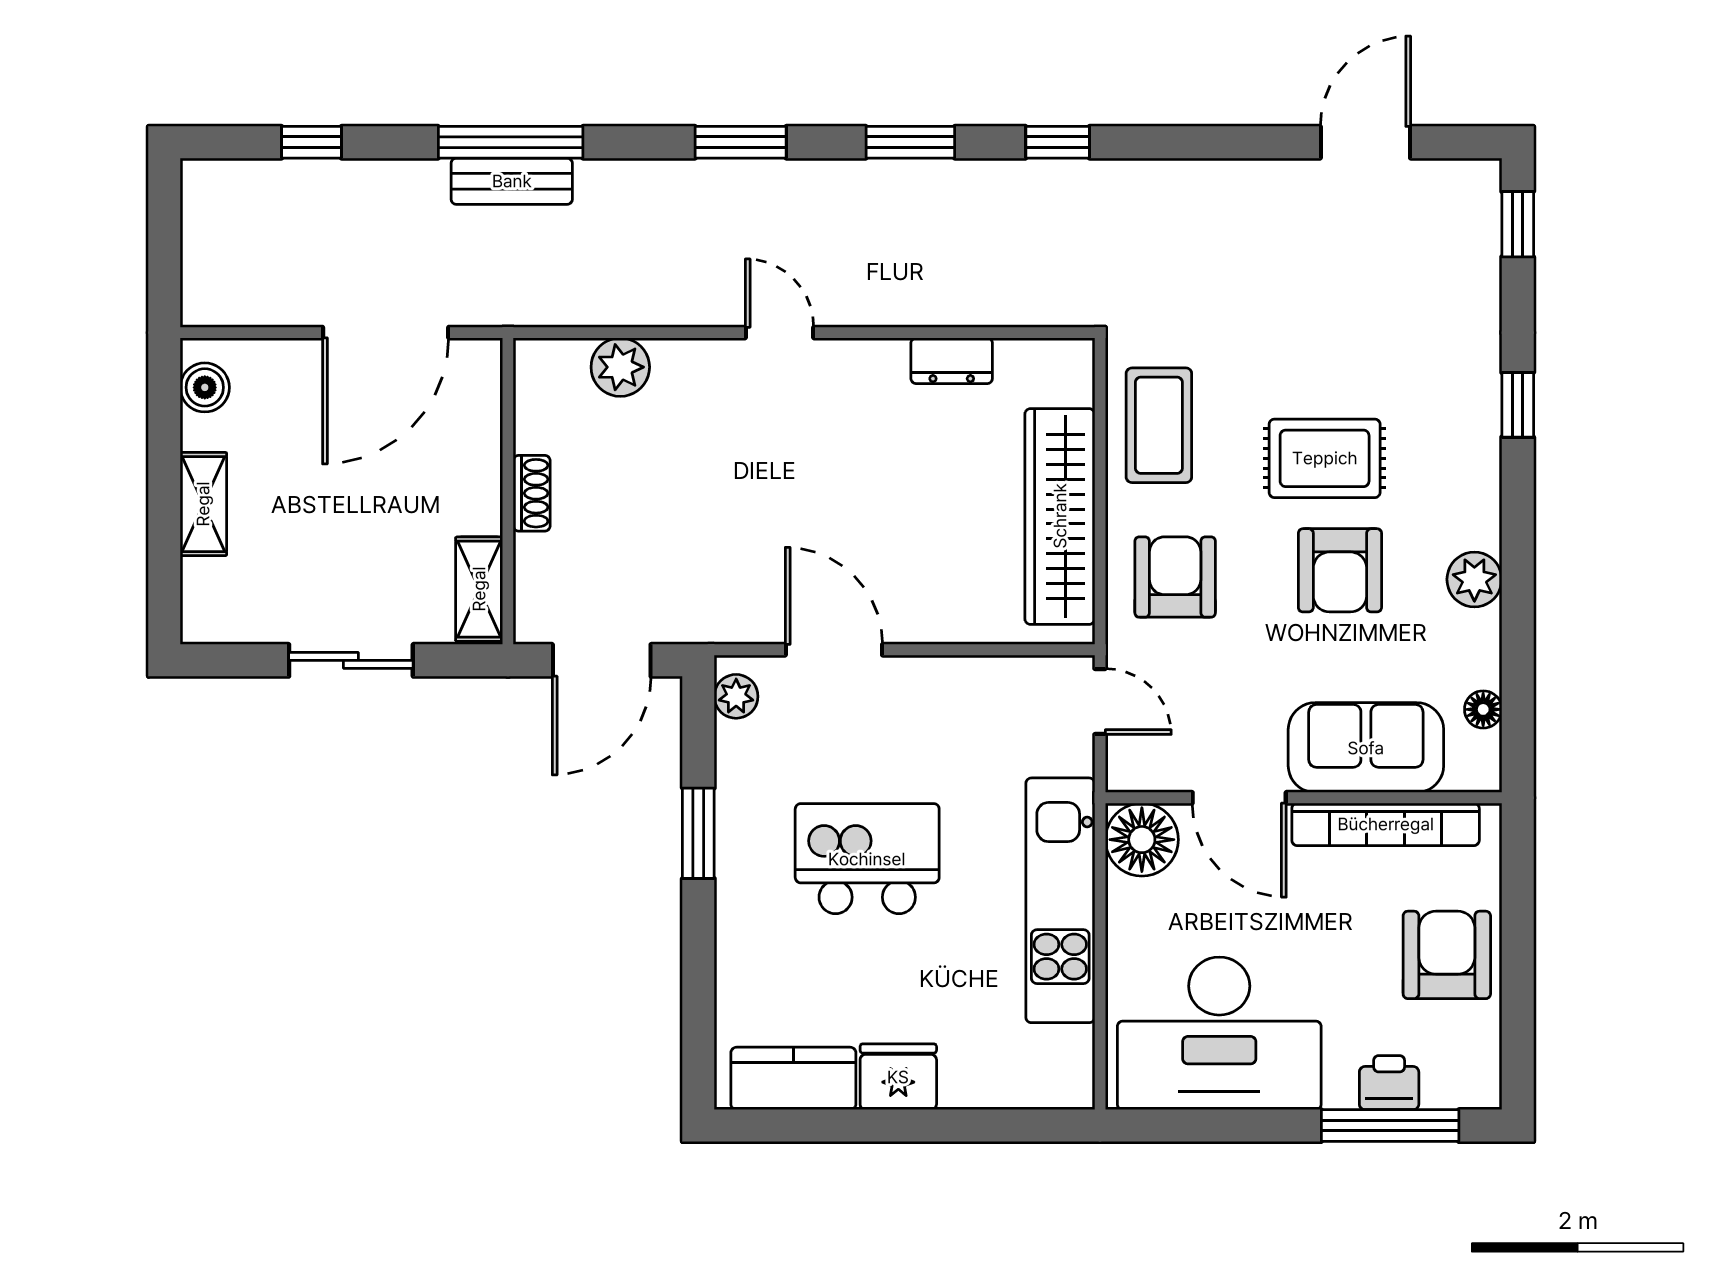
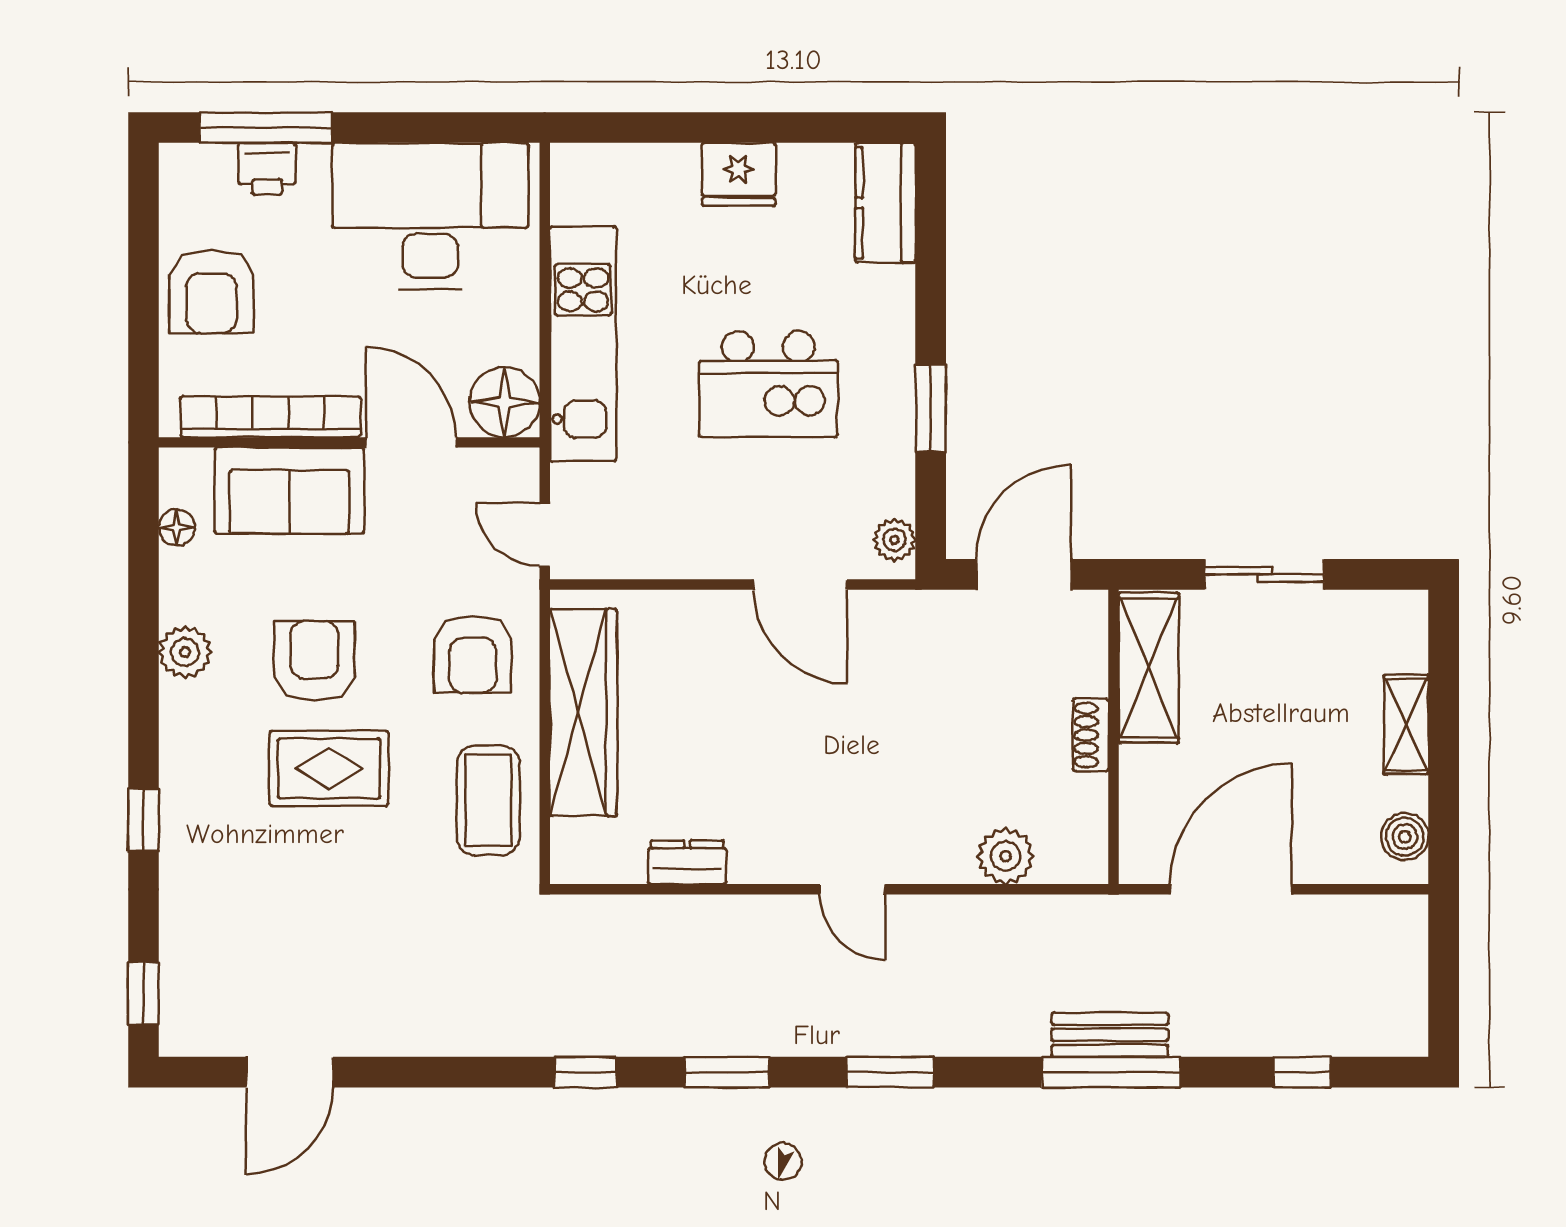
shelving: (479, 589) -> (1149, 668), width x1.50, depth x1.33
kitchen counter: (793, 1078) -> (885, 203), moved, turned 90

